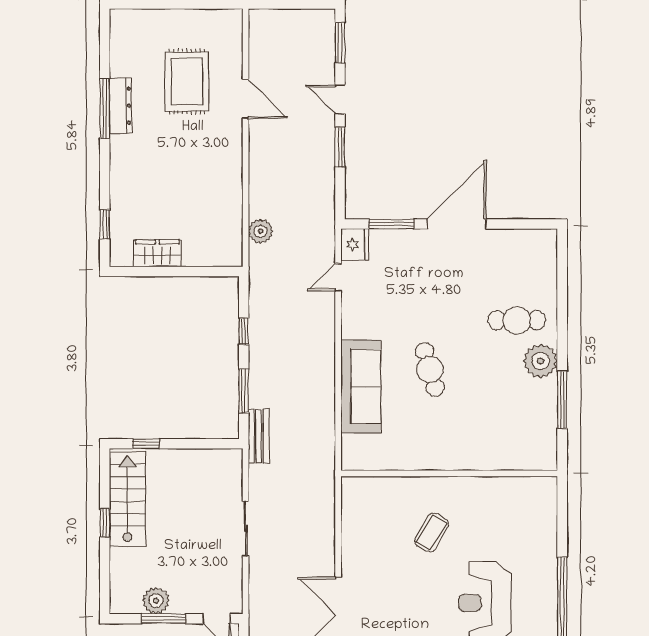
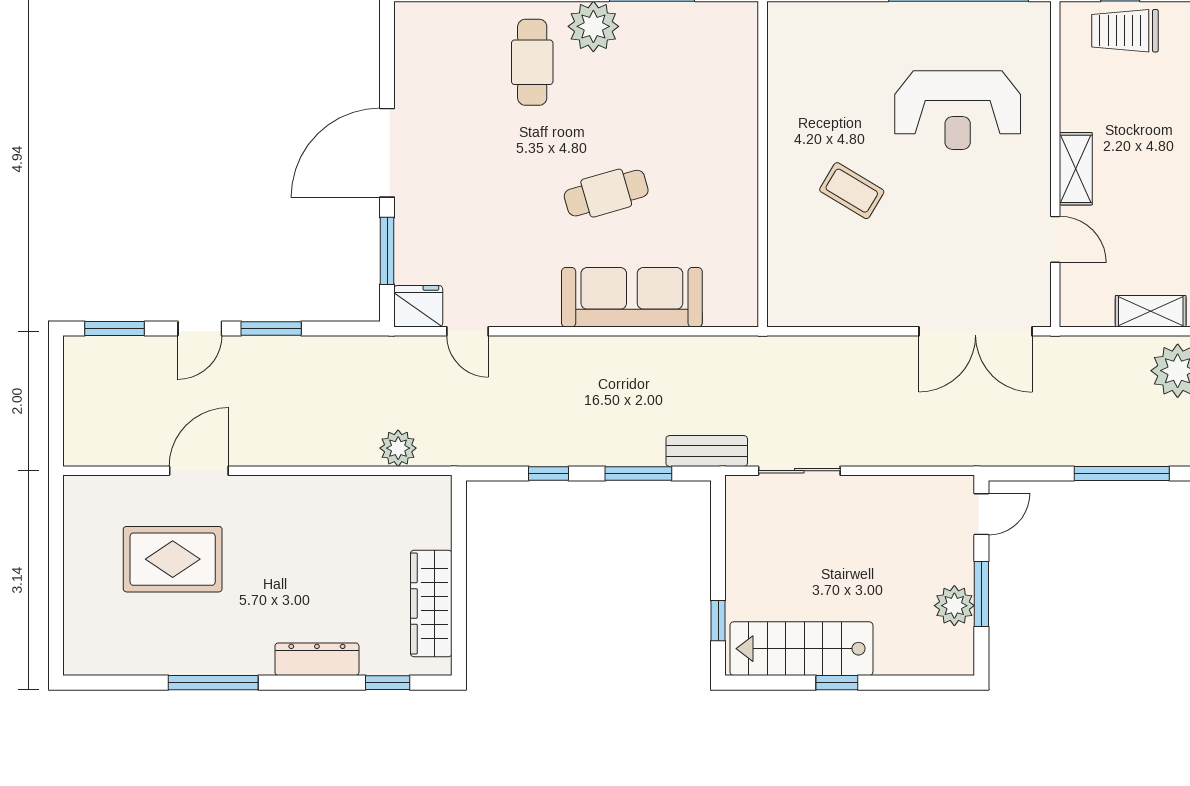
dresser: (120, 106) -> (317, 659), moved
door: (457, 224) -> (387, 153), hinge flipped
wardrobe: (157, 253) -> (431, 603), width x1.50
sliding door: (246, 529) -> (799, 471), moved

